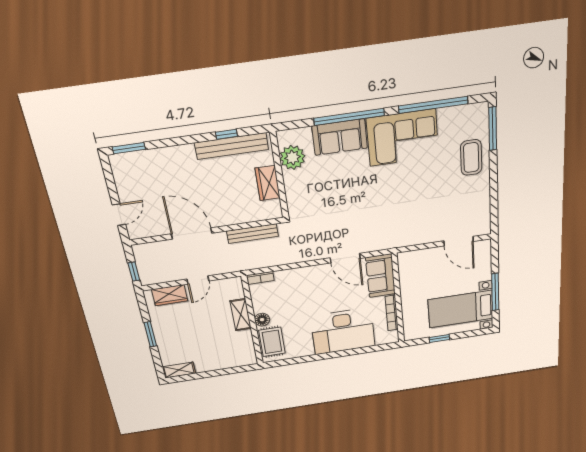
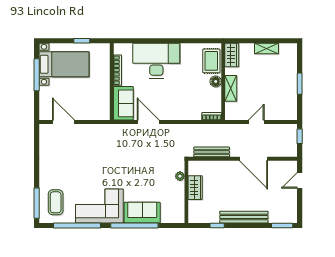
bench: (232, 146) -> (244, 217), moved
plant: (292, 157) -> (180, 176), moved, width x0.53, depth x0.53
coffee table: (471, 158) -> (56, 202), moved
wardrobe: (170, 295) -> (232, 55), moved, turned 90
shelving: (179, 370) -> (267, 49), moved

